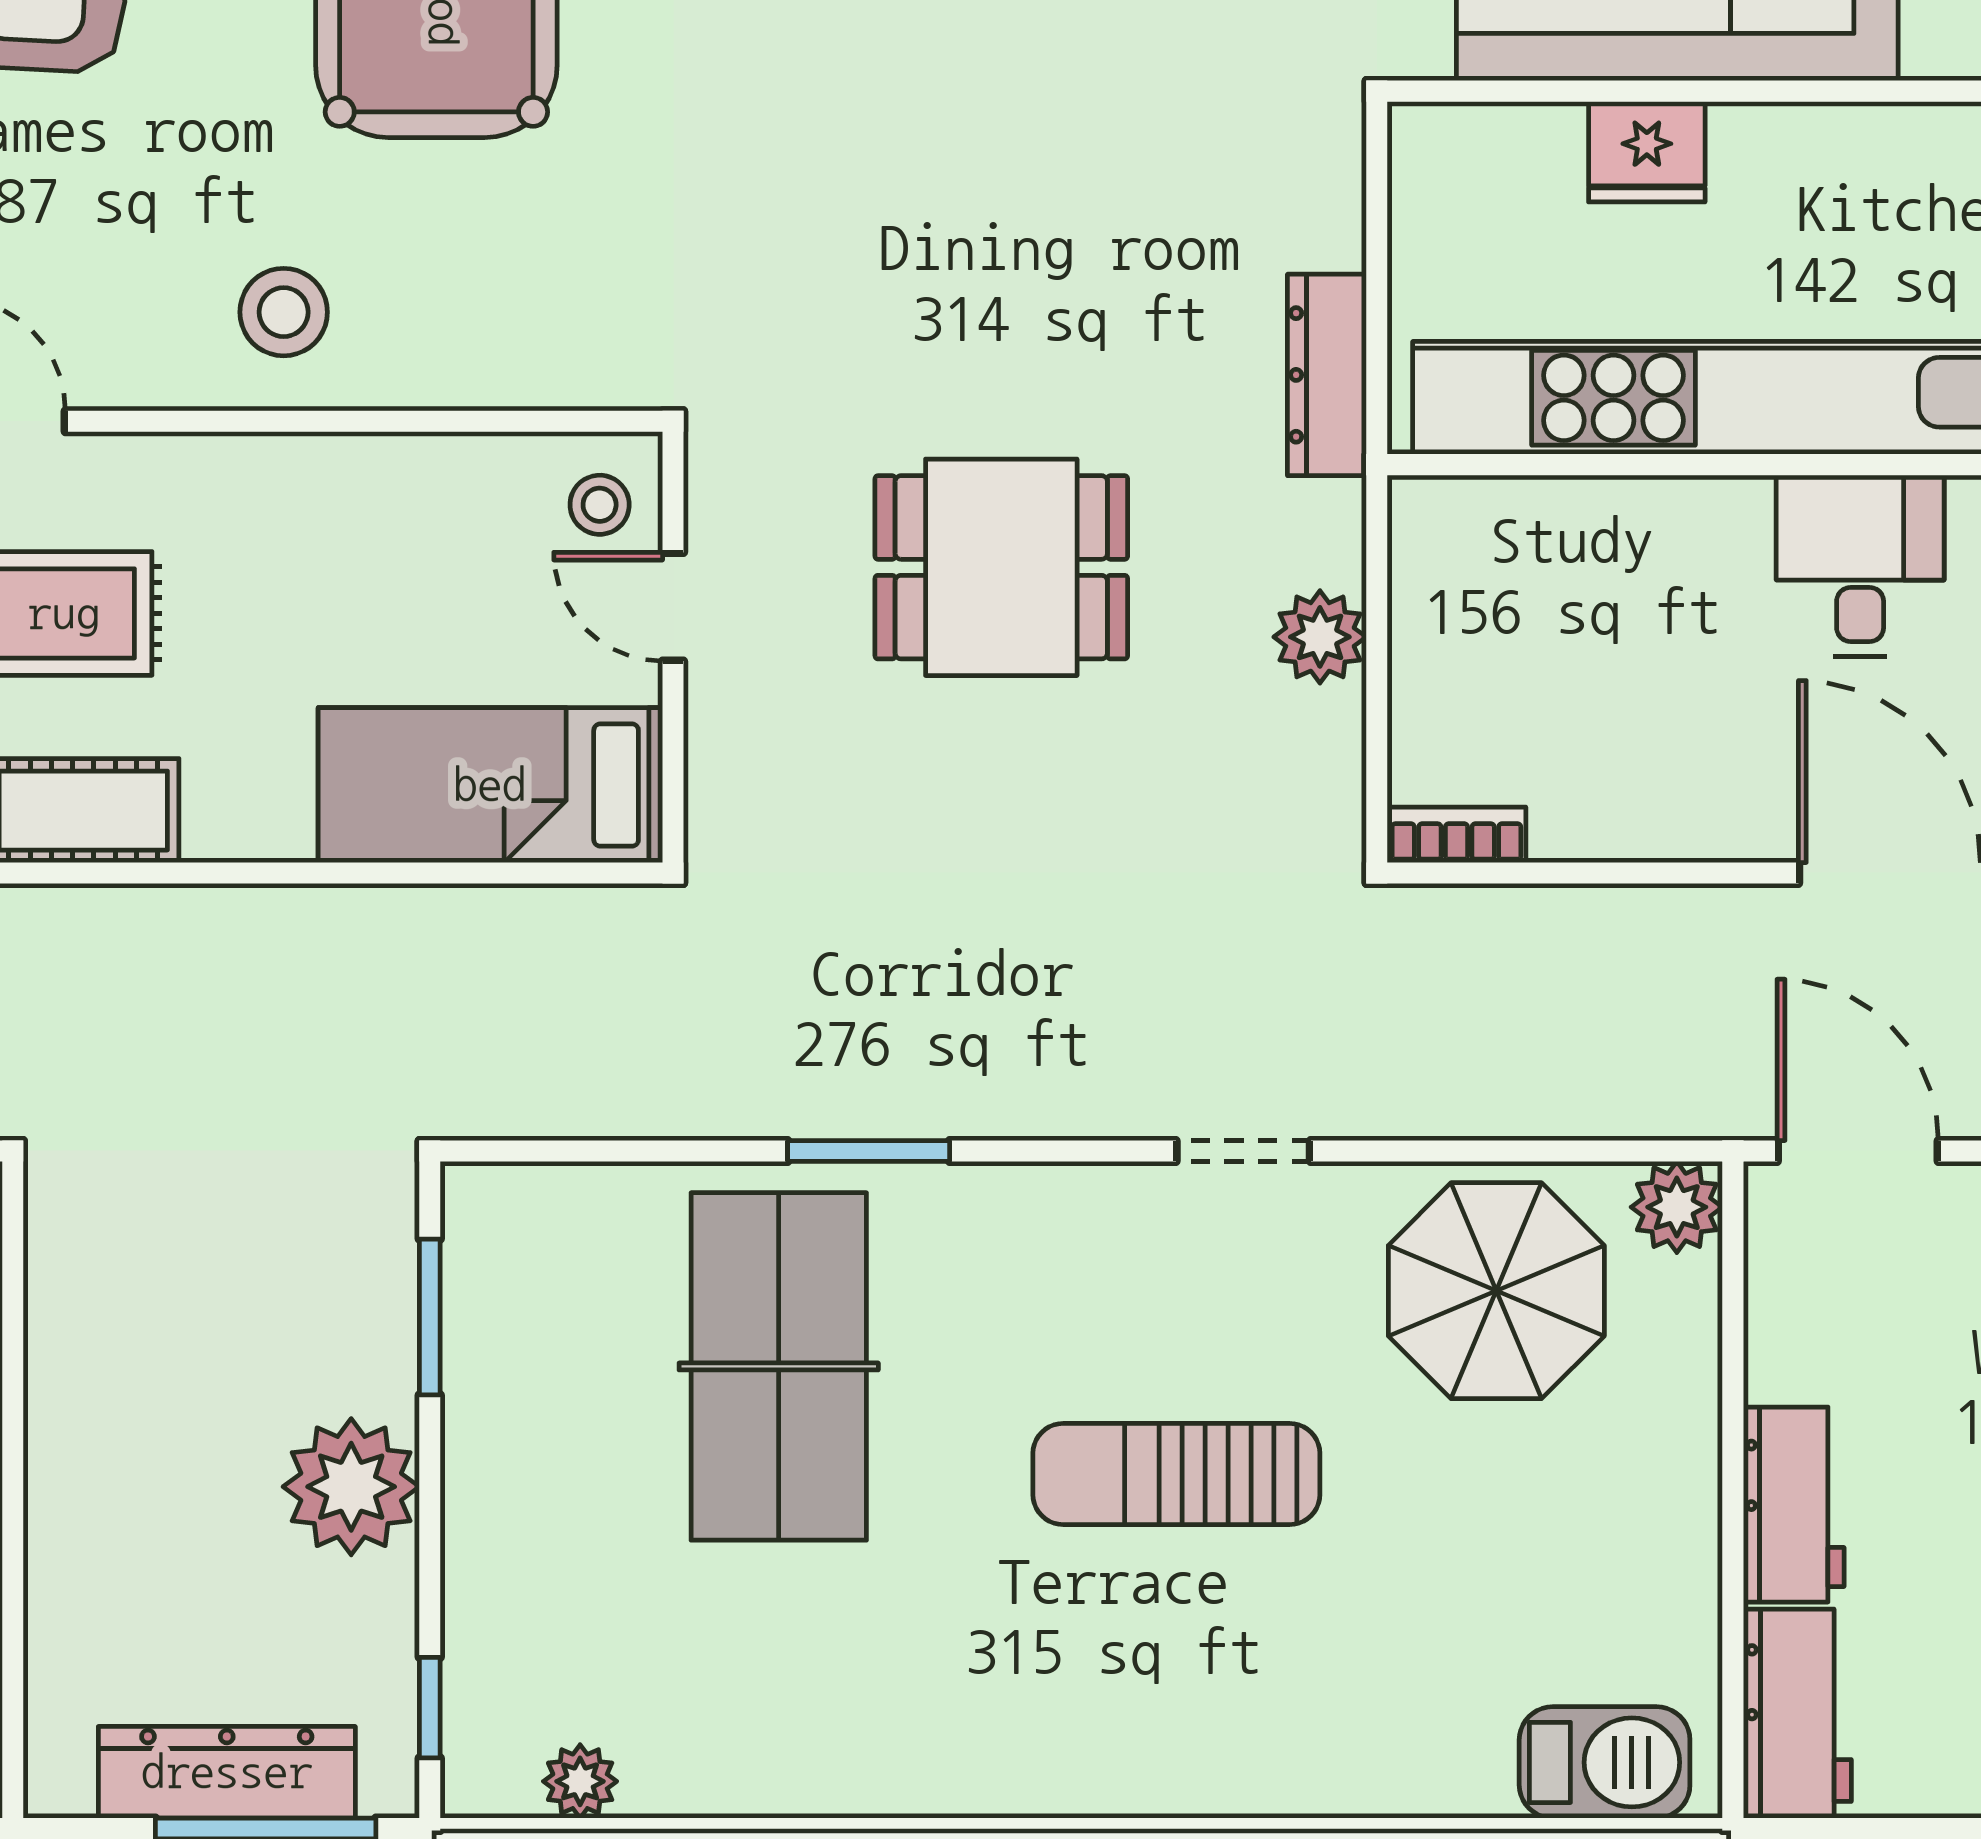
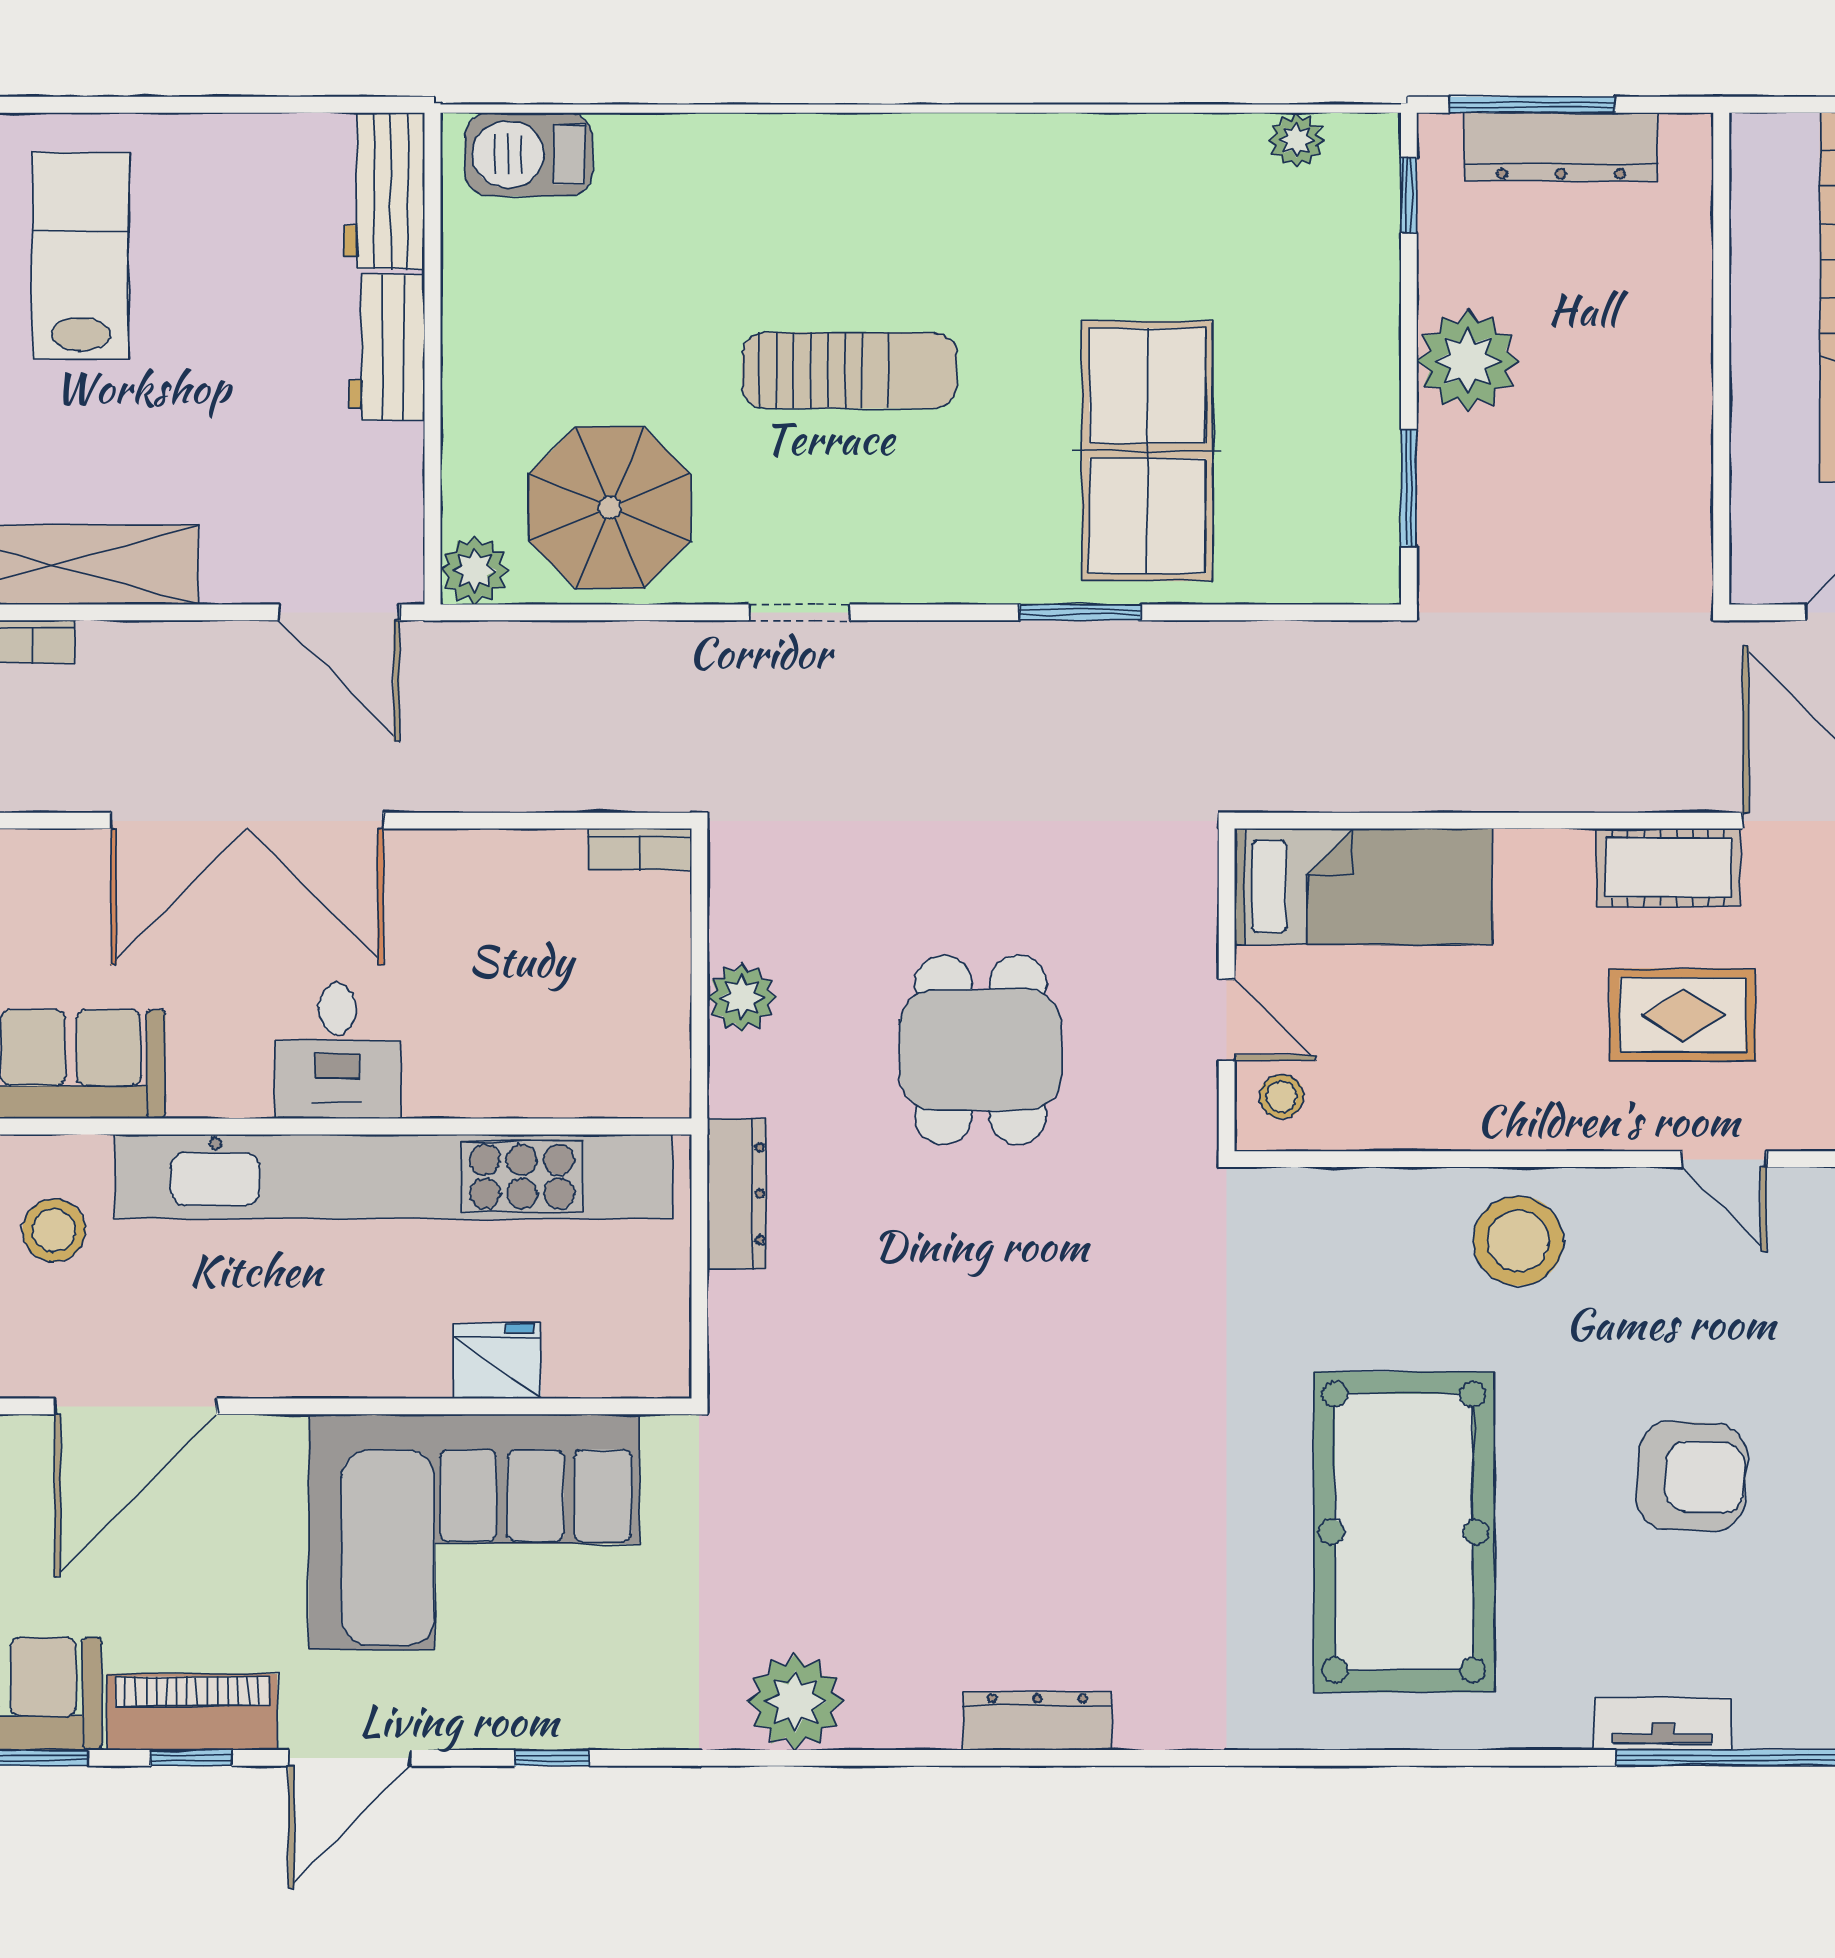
stool: (284, 312) -> (1518, 1241), width x1.38, depth x1.38
dining table: (1001, 567) -> (981, 1050), turned 90

